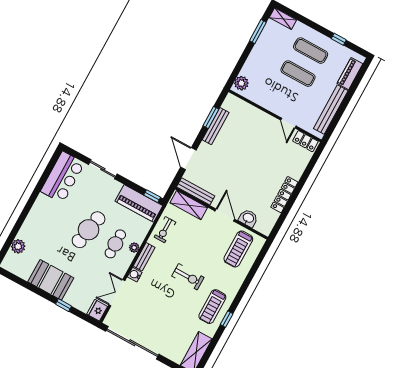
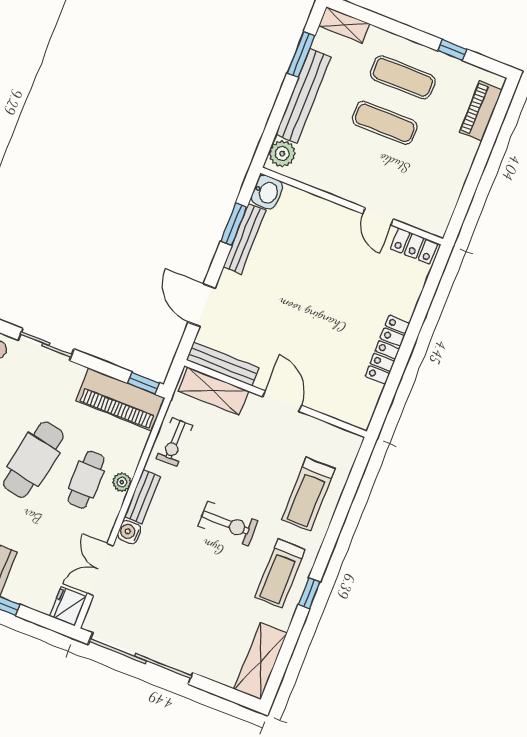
bench: (331, 110) -> (303, 96), moved
washbasin: (248, 218) -> (267, 192), moved, turned 90
treadmill: (238, 249) -> (308, 494), moved

